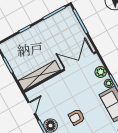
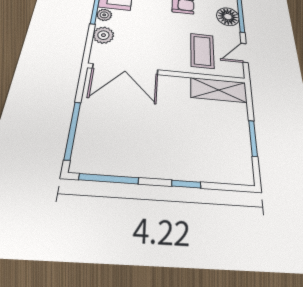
shelving: (39, 75) -> (219, 90), width x0.68
coffee table: (52, 95) -> (202, 51), added

